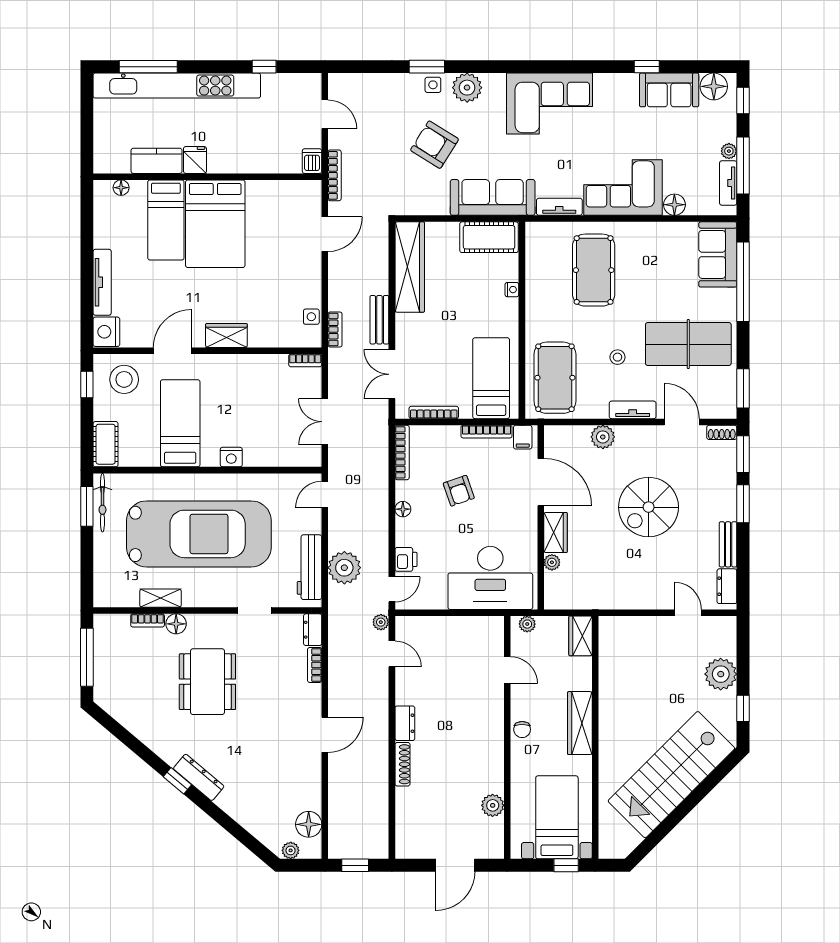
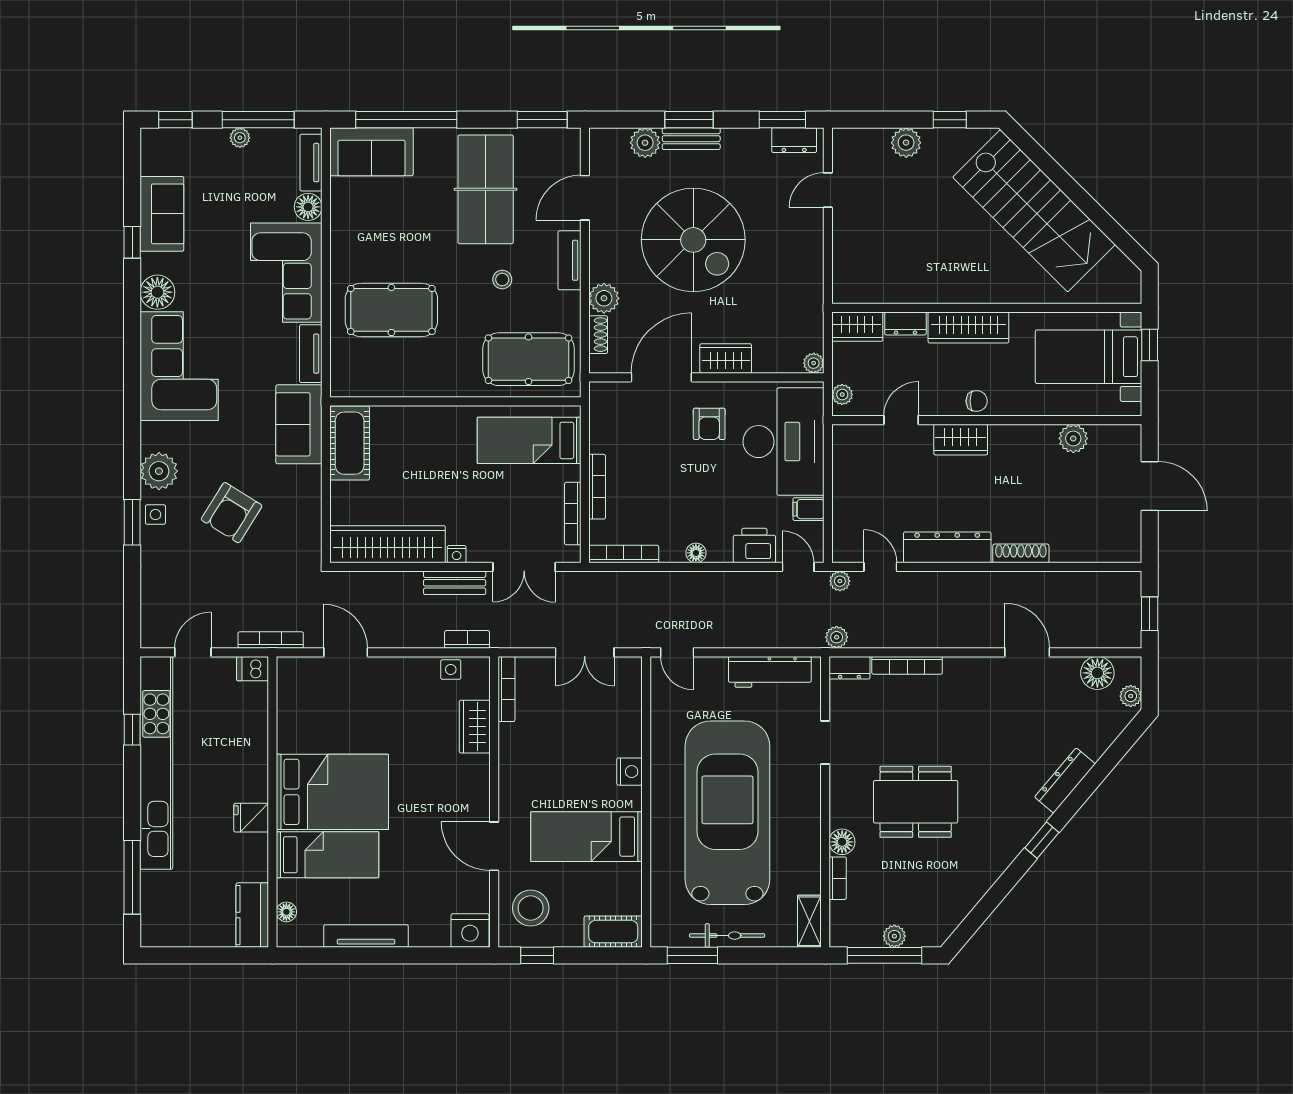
kitchen unit: (177, 86) -> (156, 763), moved
floor lamp: (714, 86) -> (157, 292), moved
kitchen counter: (157, 161) -> (252, 915), moved
tv unit: (728, 183) -> (311, 163), moved, turned 90
sofa: (493, 197) -> (299, 424), width x0.73
tv unit: (102, 282) -> (366, 936), moved
nightstand: (512, 290) -> (457, 554), moved, turned 180
wardrobe: (226, 335) -> (475, 727), moved
bookcase: (305, 360) -> (506, 689), width x1.56
bookcase: (486, 432) -> (597, 487), moved
shoe rack: (722, 432) -> (598, 335), moved
filing cabinet: (523, 437) -> (808, 509), moved, turned 180
window: (743, 454) -> (782, 120), moved
plant: (725, 469) -> (645, 143), added
armchair: (459, 491) -> (709, 424), moved, turned 109
bicycle: (102, 503) -> (727, 936), moved
spiral stairs: (649, 507) -> (693, 240), width x1.37, depth x1.37
bench: (728, 544) -> (691, 139), moved
printer: (406, 559) -> (754, 546), width x1.36, depth x1.24
plant: (552, 562) -> (814, 363), moved
plant: (344, 568) -> (837, 637), moved, width x0.53, depth x0.53
shelving: (161, 598) -> (809, 921), moved
door: (392, 654) -> (880, 567), hinge flipped
plant: (102, 665) -> (894, 936), added
bookcase: (315, 665) -> (907, 665), width x1.56
dresser: (583, 674) -> (905, 323), added
plant: (721, 674) -> (906, 143), width x0.73, depth x0.73
wardrobe: (492, 717) -> (961, 440), added
dresser: (405, 723) -> (947, 547), width x1.96, depth x1.24
door: (325, 735) -> (1027, 652), moved
dresser: (199, 777) -> (1065, 780), moved

